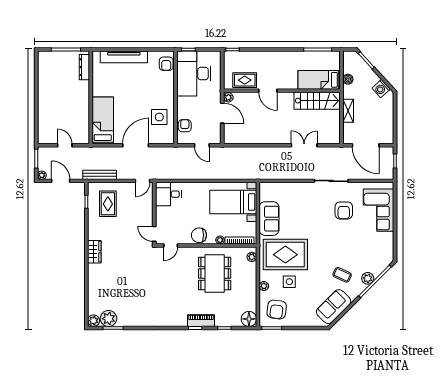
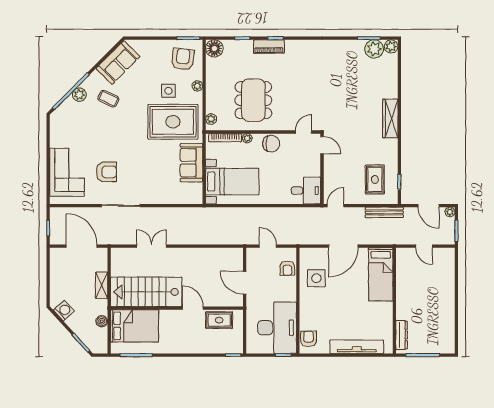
bed: (319, 80) -> (135, 326), width x1.50
plant: (228, 97) -> (238, 301), removed
stairs: (317, 101) -> (146, 292), width x1.36, depth x1.51
double door: (304, 145) -> (152, 246), swing flipped
armchair: (344, 210) -> (106, 172), turned 90
wardrobe: (94, 252) -> (390, 118), width x1.50

